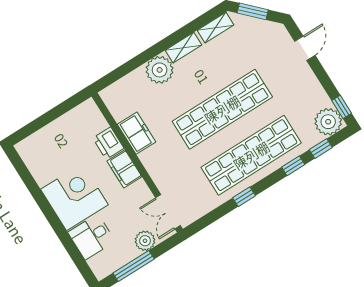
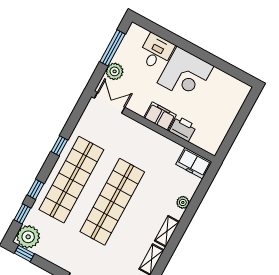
plant: (160, 70) -> (183, 202), width x0.53, depth x0.53
freezer: (137, 133) -> (194, 163), moved

